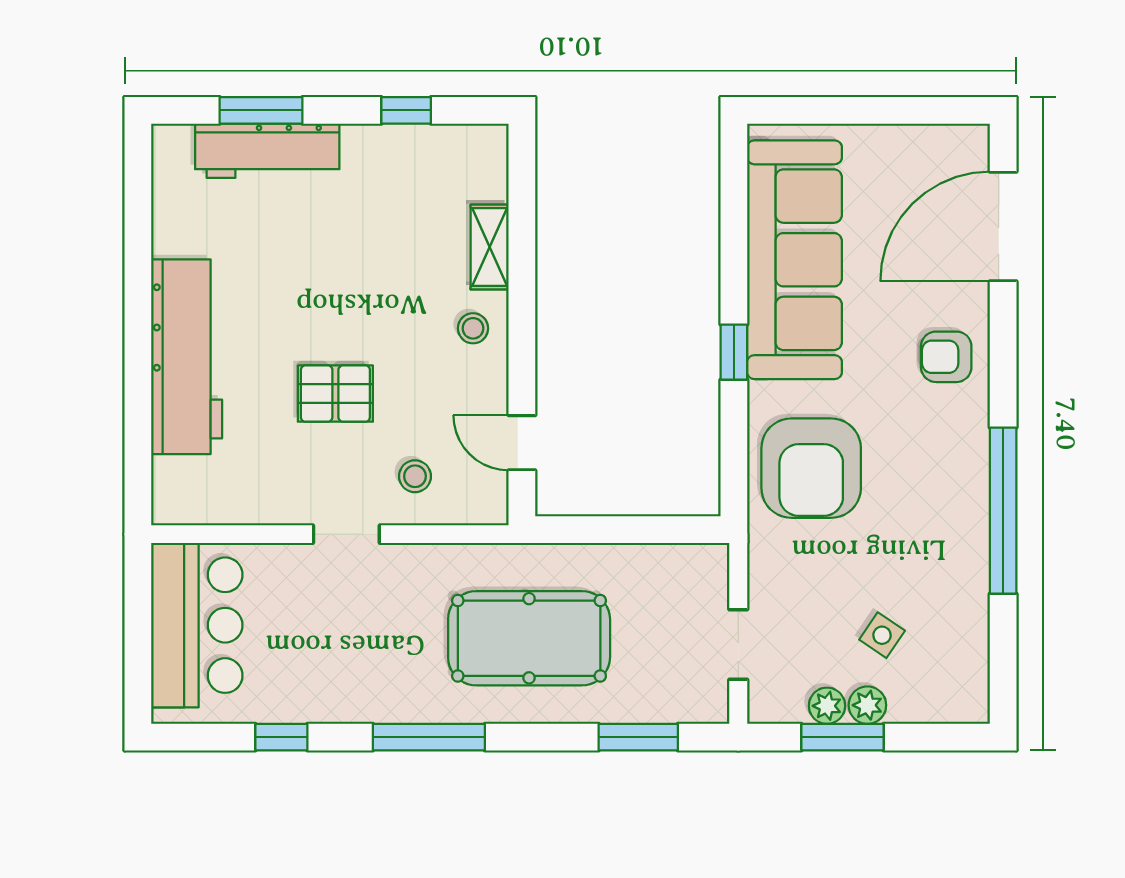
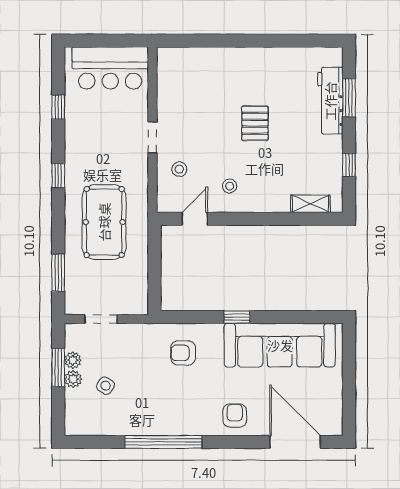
shelving: (490, 247) -> (310, 204), moved
stool: (473, 328) -> (230, 186), moved
workbench: (187, 357) -> (235, 63), removed
pallet: (335, 394) -> (255, 123), moved
armchair: (811, 468) -> (183, 353), width x0.53, depth x0.53
window: (429, 737) -> (58, 176), width x0.46

